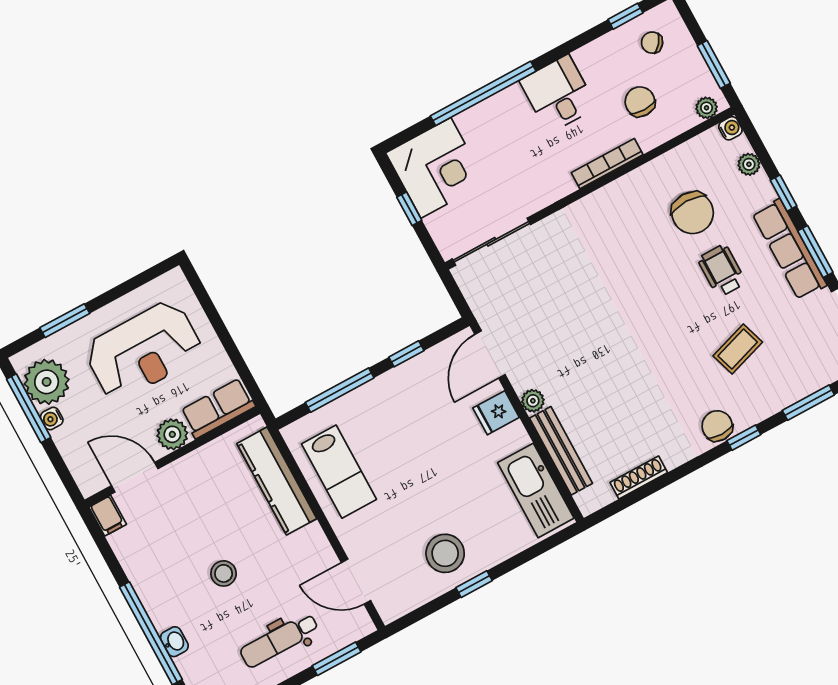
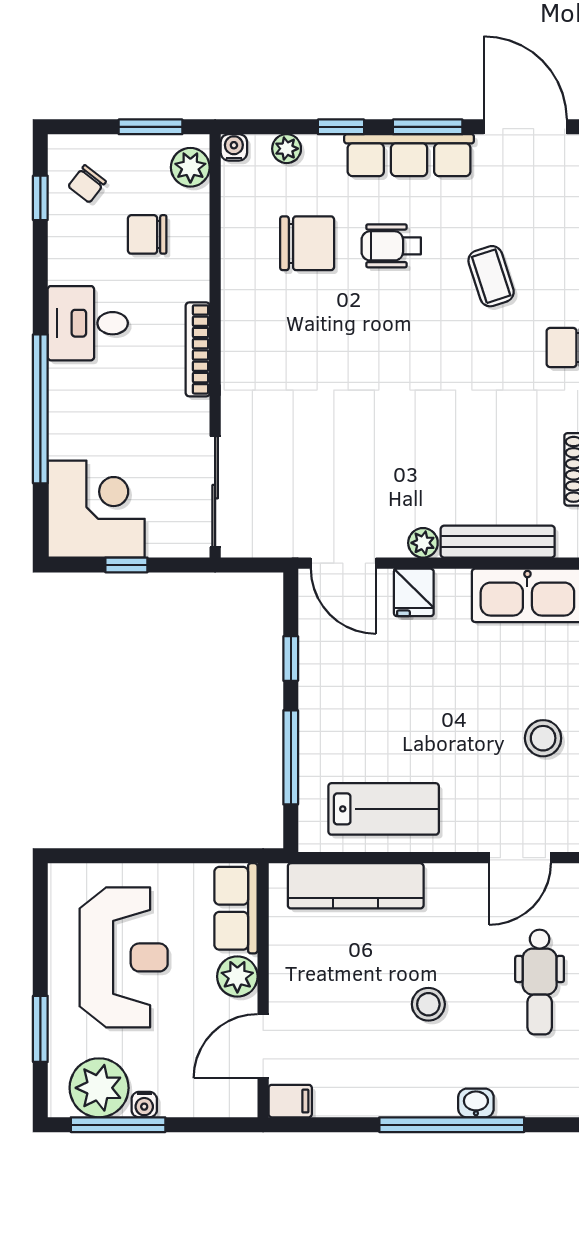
plant: (707, 108) -> (190, 167), width x1.38, depth x1.38
bookcase: (607, 164) -> (198, 349), moved
stool: (445, 553) -> (543, 738), width x0.73, depth x0.73

